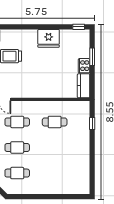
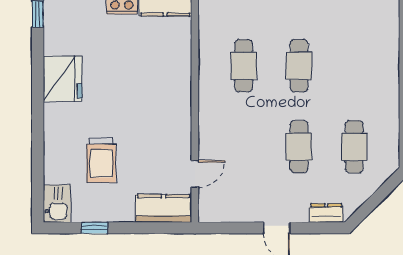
cafe table: (17, 122) -> (299, 66), moved

